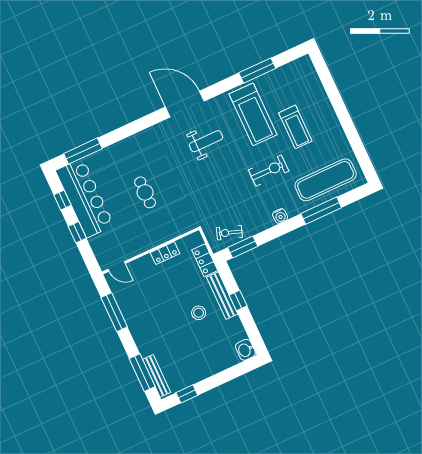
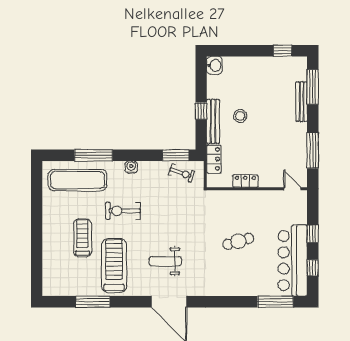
cafe table: (145, 192) -> (238, 241), turned 74
bench: (157, 376) -> (302, 102), moved

